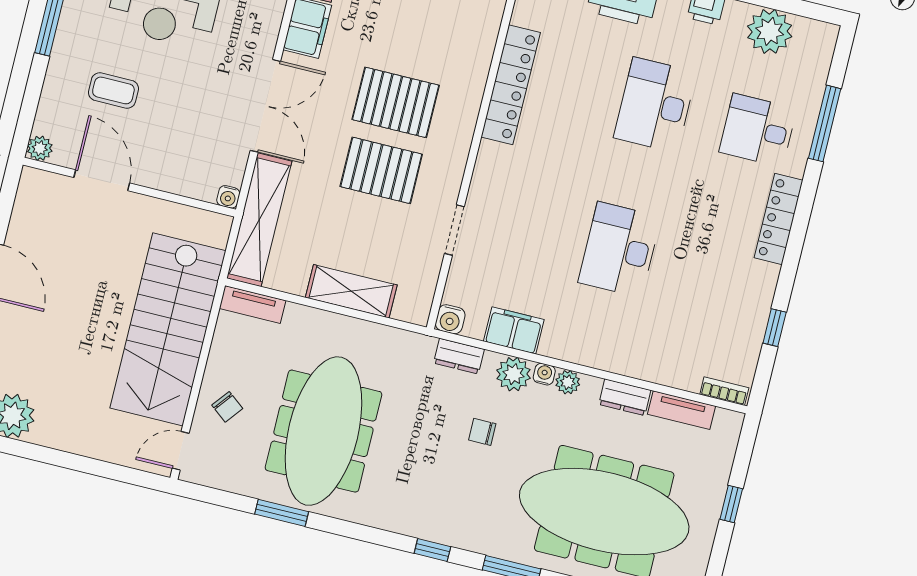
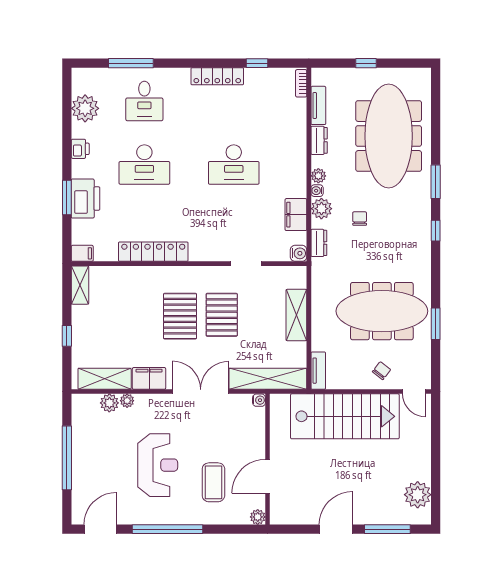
coffee table: (113, 90) -> (213, 482), width x1.36, depth x1.30
locker: (779, 219) -> (217, 76), moved
chair: (482, 432) -> (360, 219), turned 180

